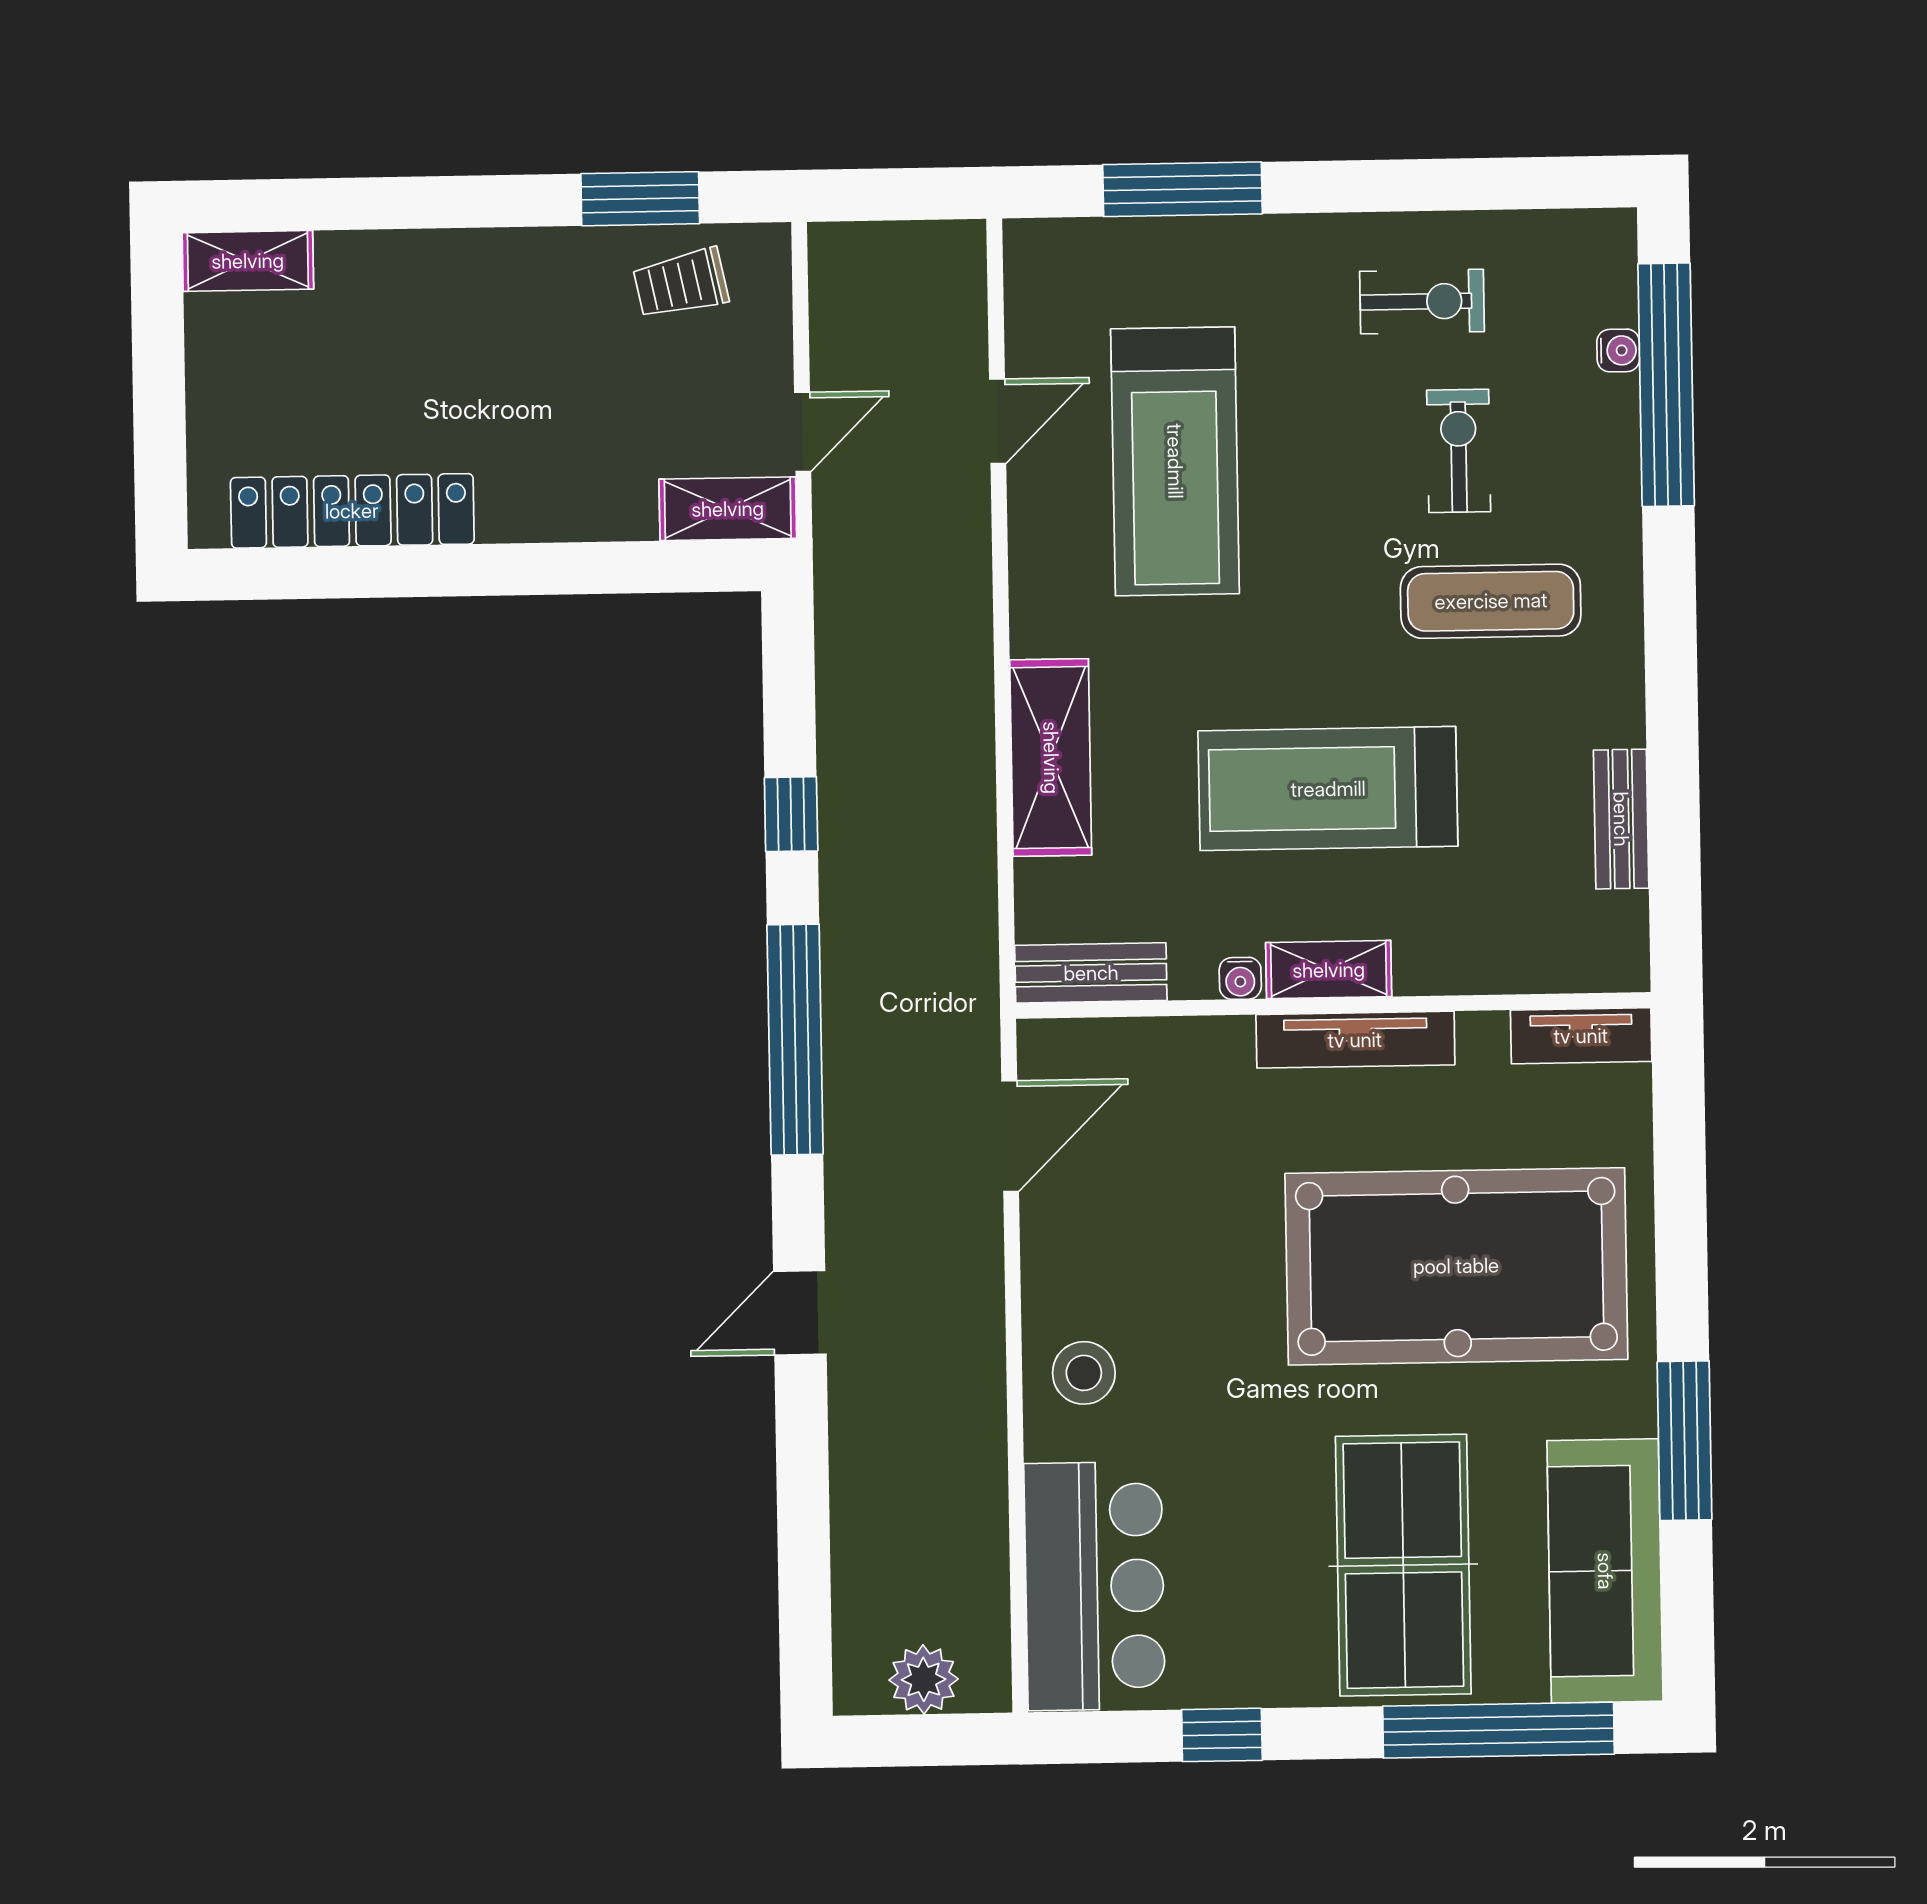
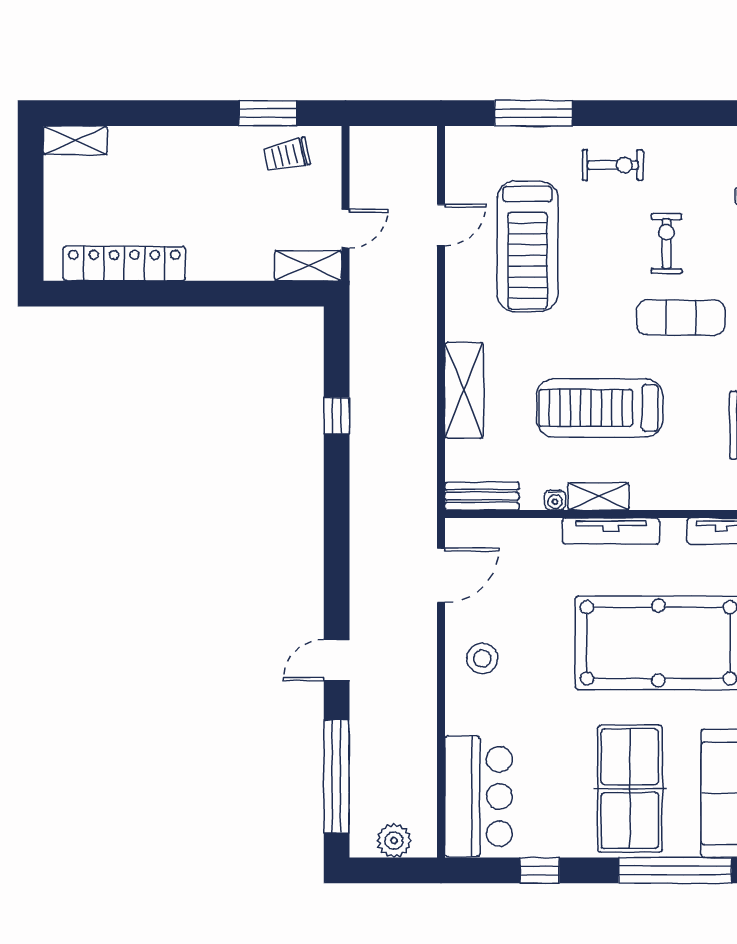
exercise bike: (1422, 301) -> (613, 165), moved
window: (795, 1040) -> (337, 776), moved
stool: (1084, 1373) -> (482, 658), moved

